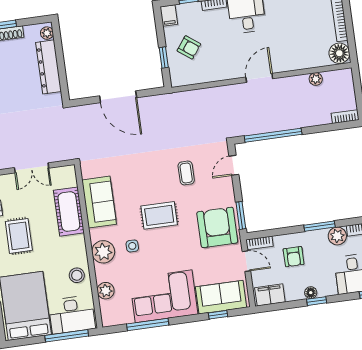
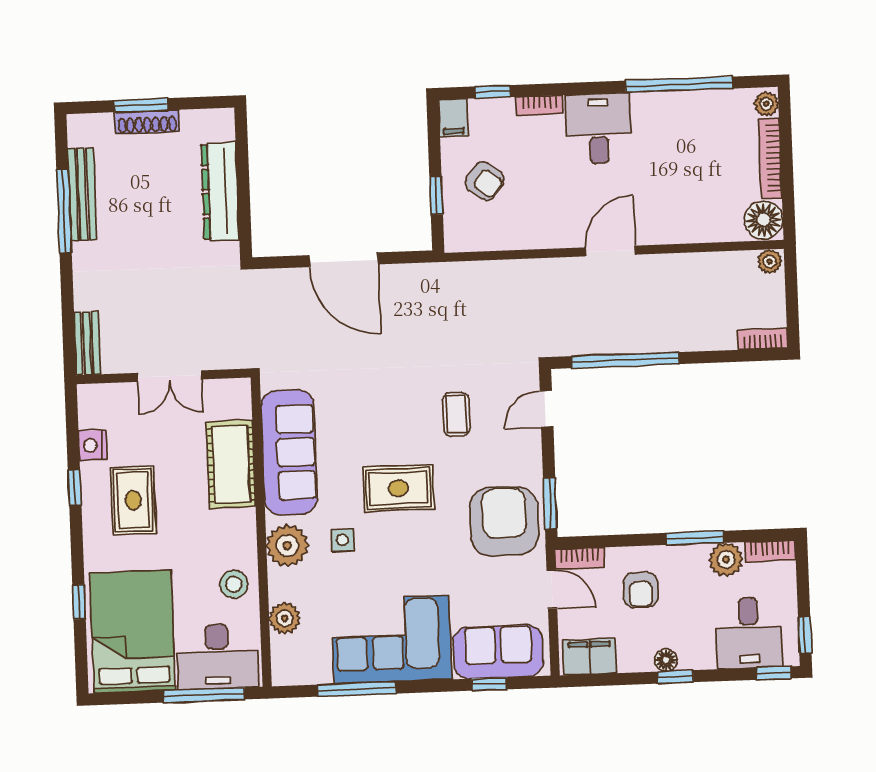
plant: (47, 33) -> (223, 128), removed
plant: (316, 79) -> (770, 261), moved
sofa: (99, 202) -> (289, 452), width x1.36

